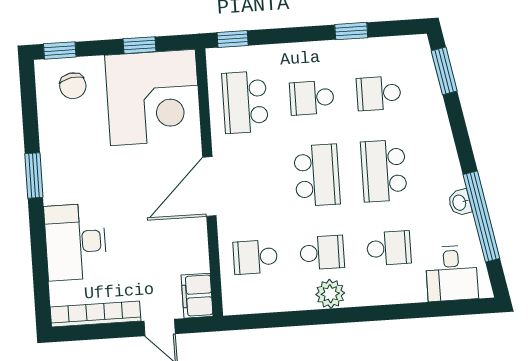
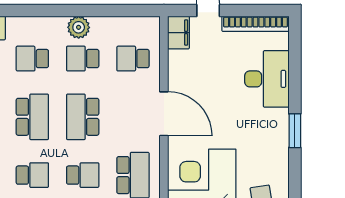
door: (209, 186) -> (164, 114), hinge flipped
school desk: (255, 257) -> (133, 59), turned 180

